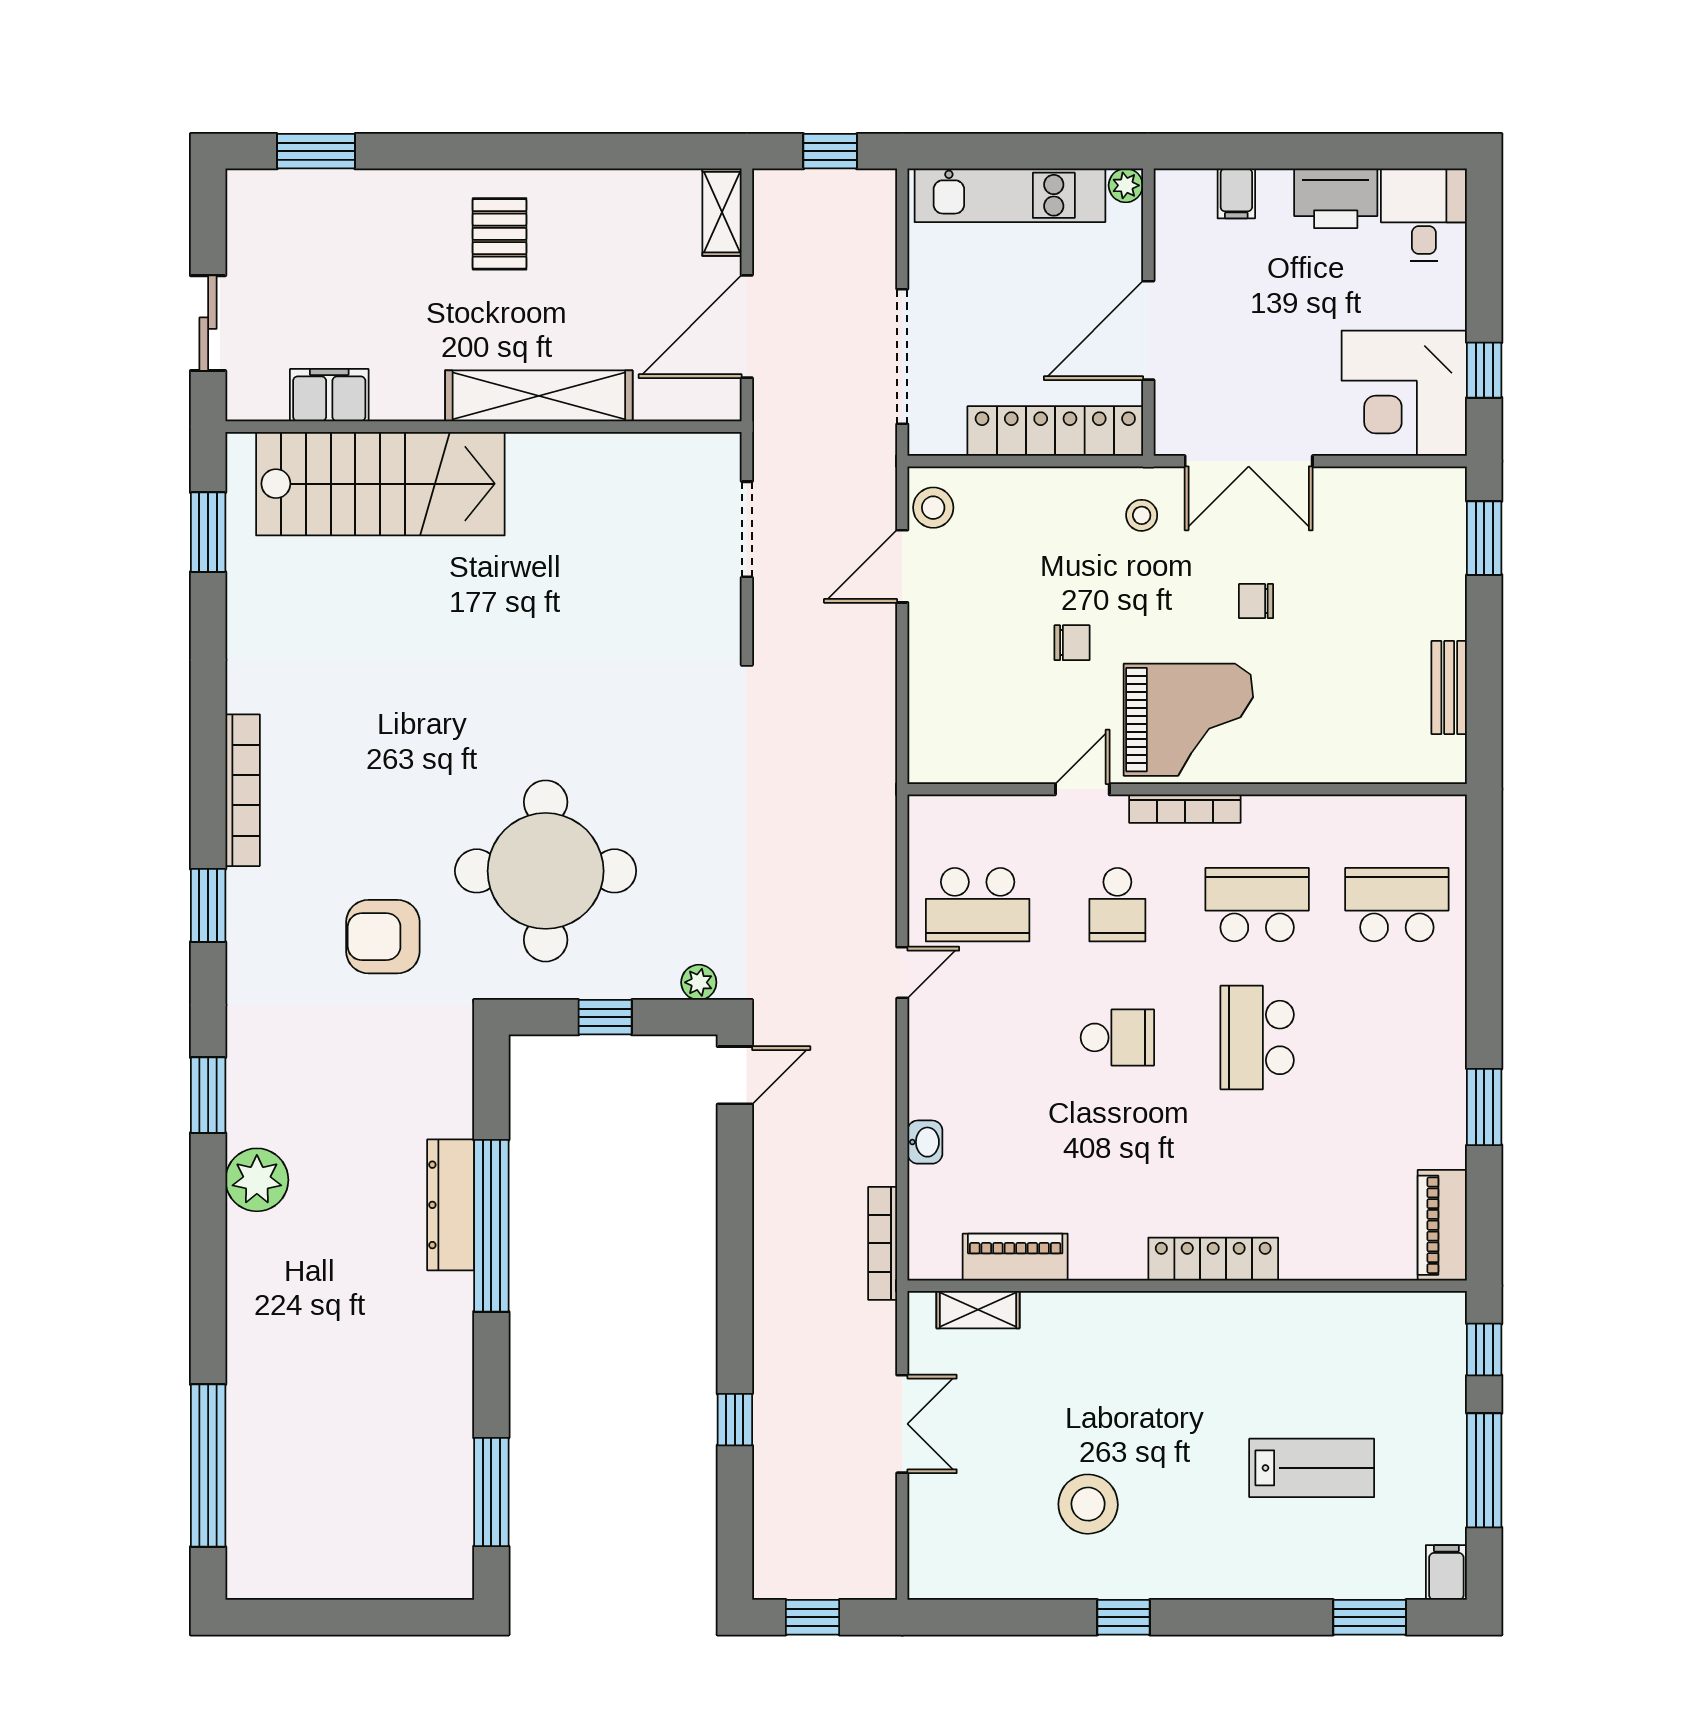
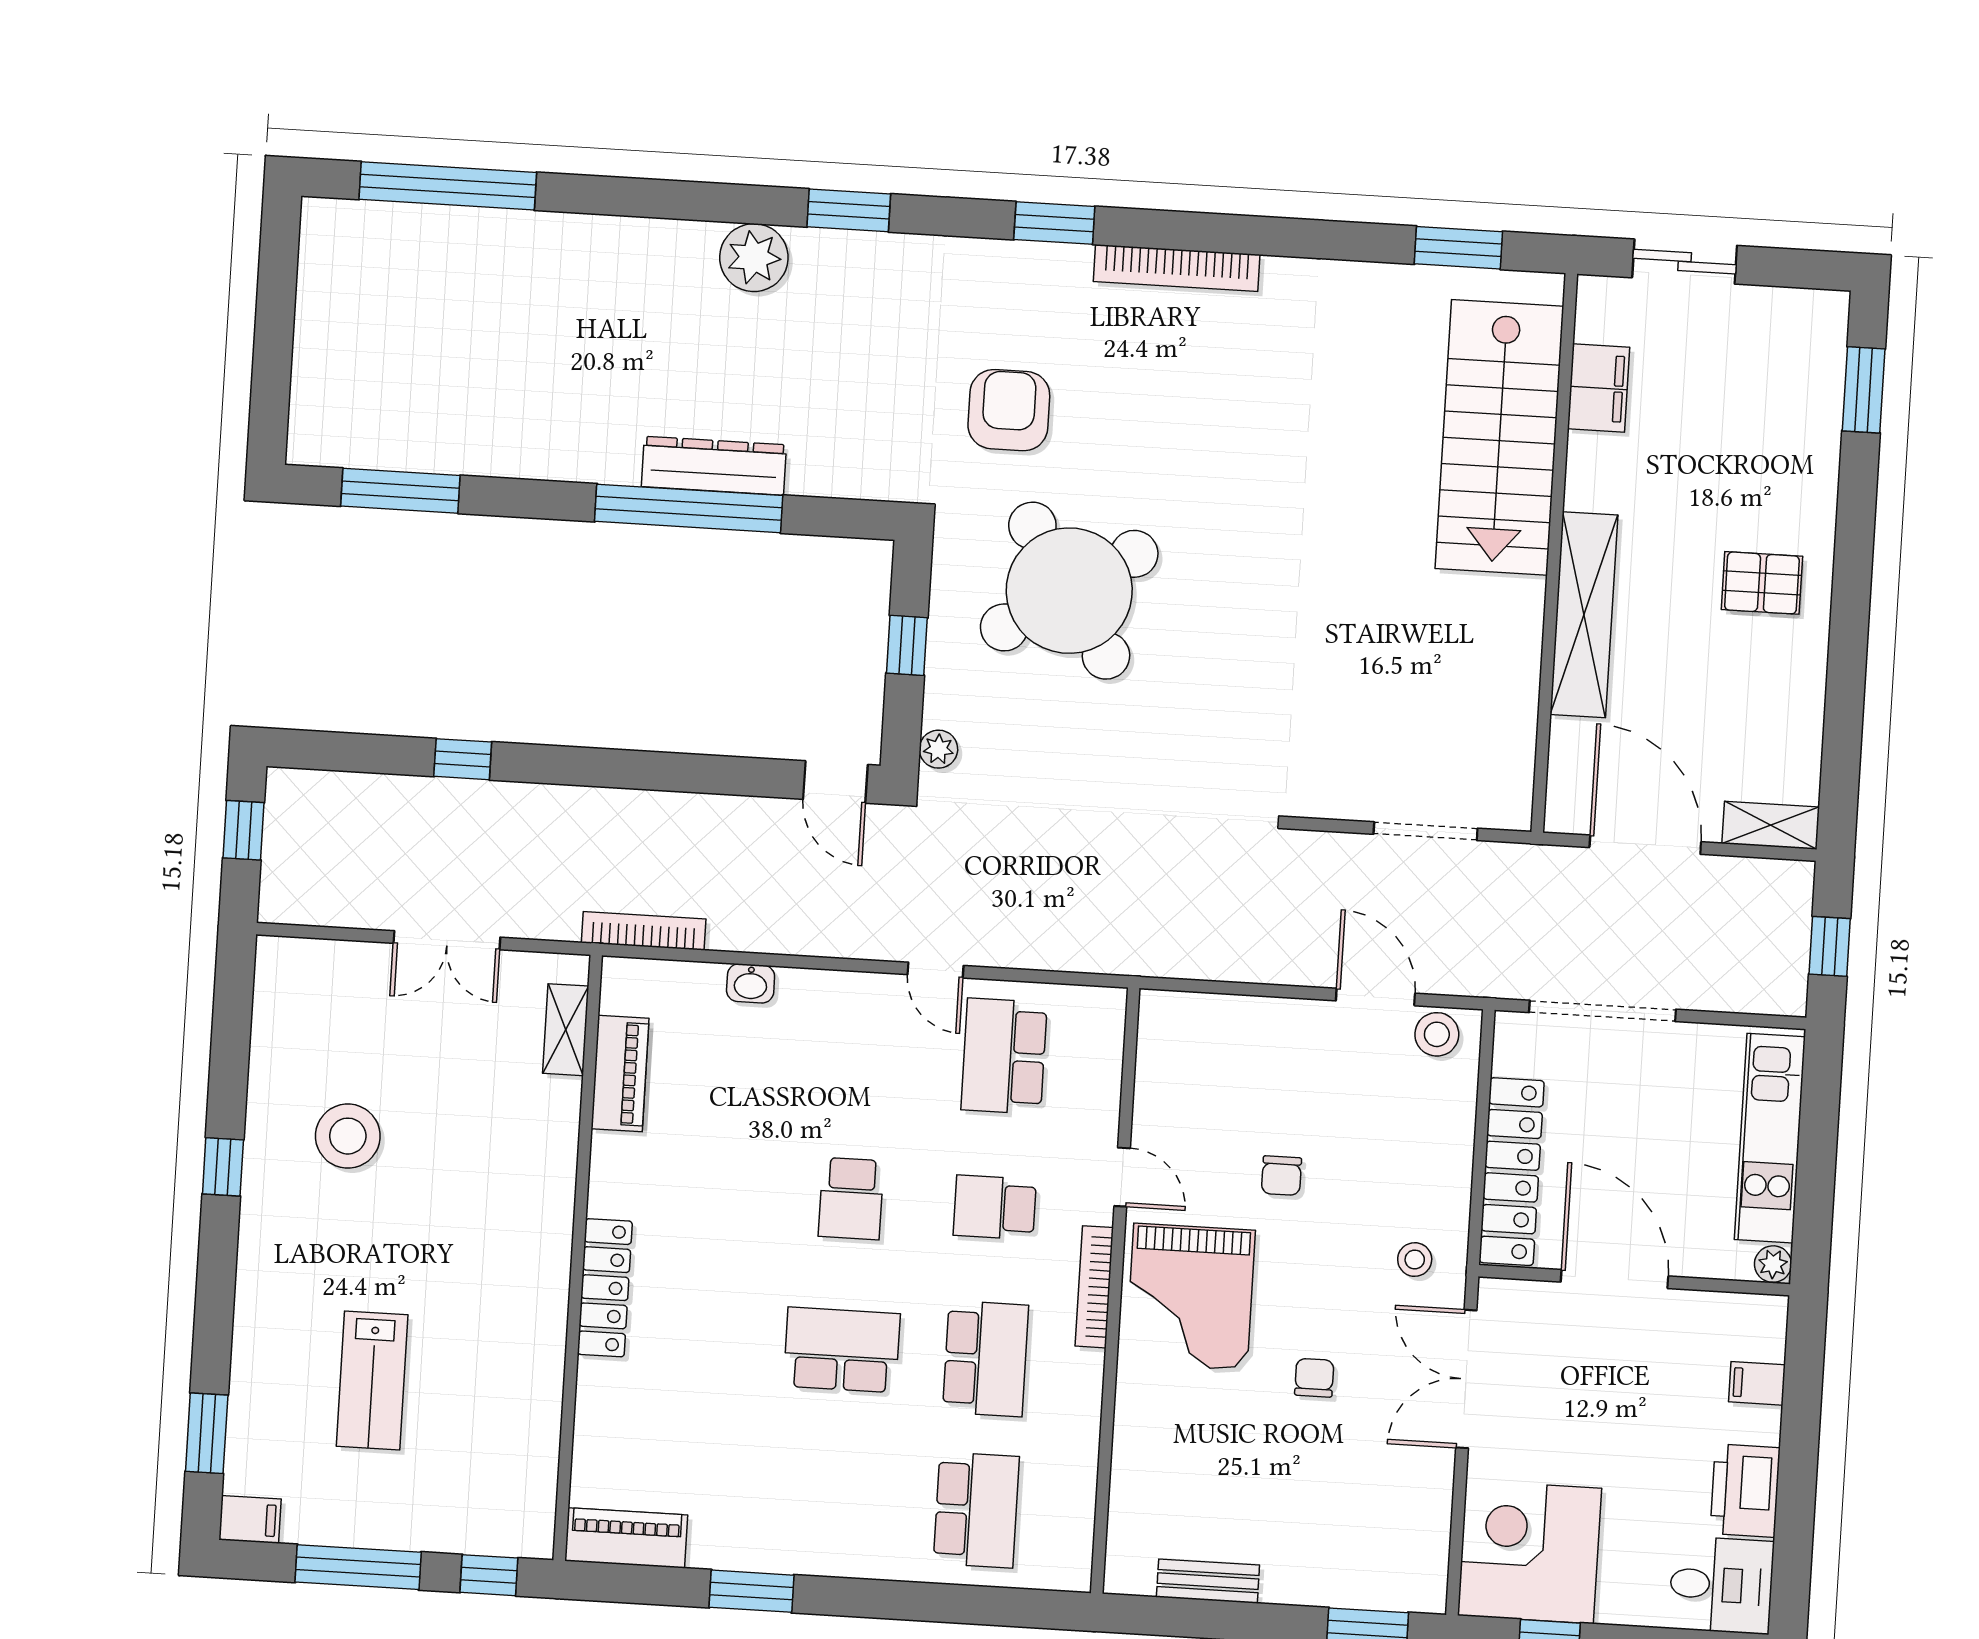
round table: (546, 871) -> (1069, 591), turned -33

